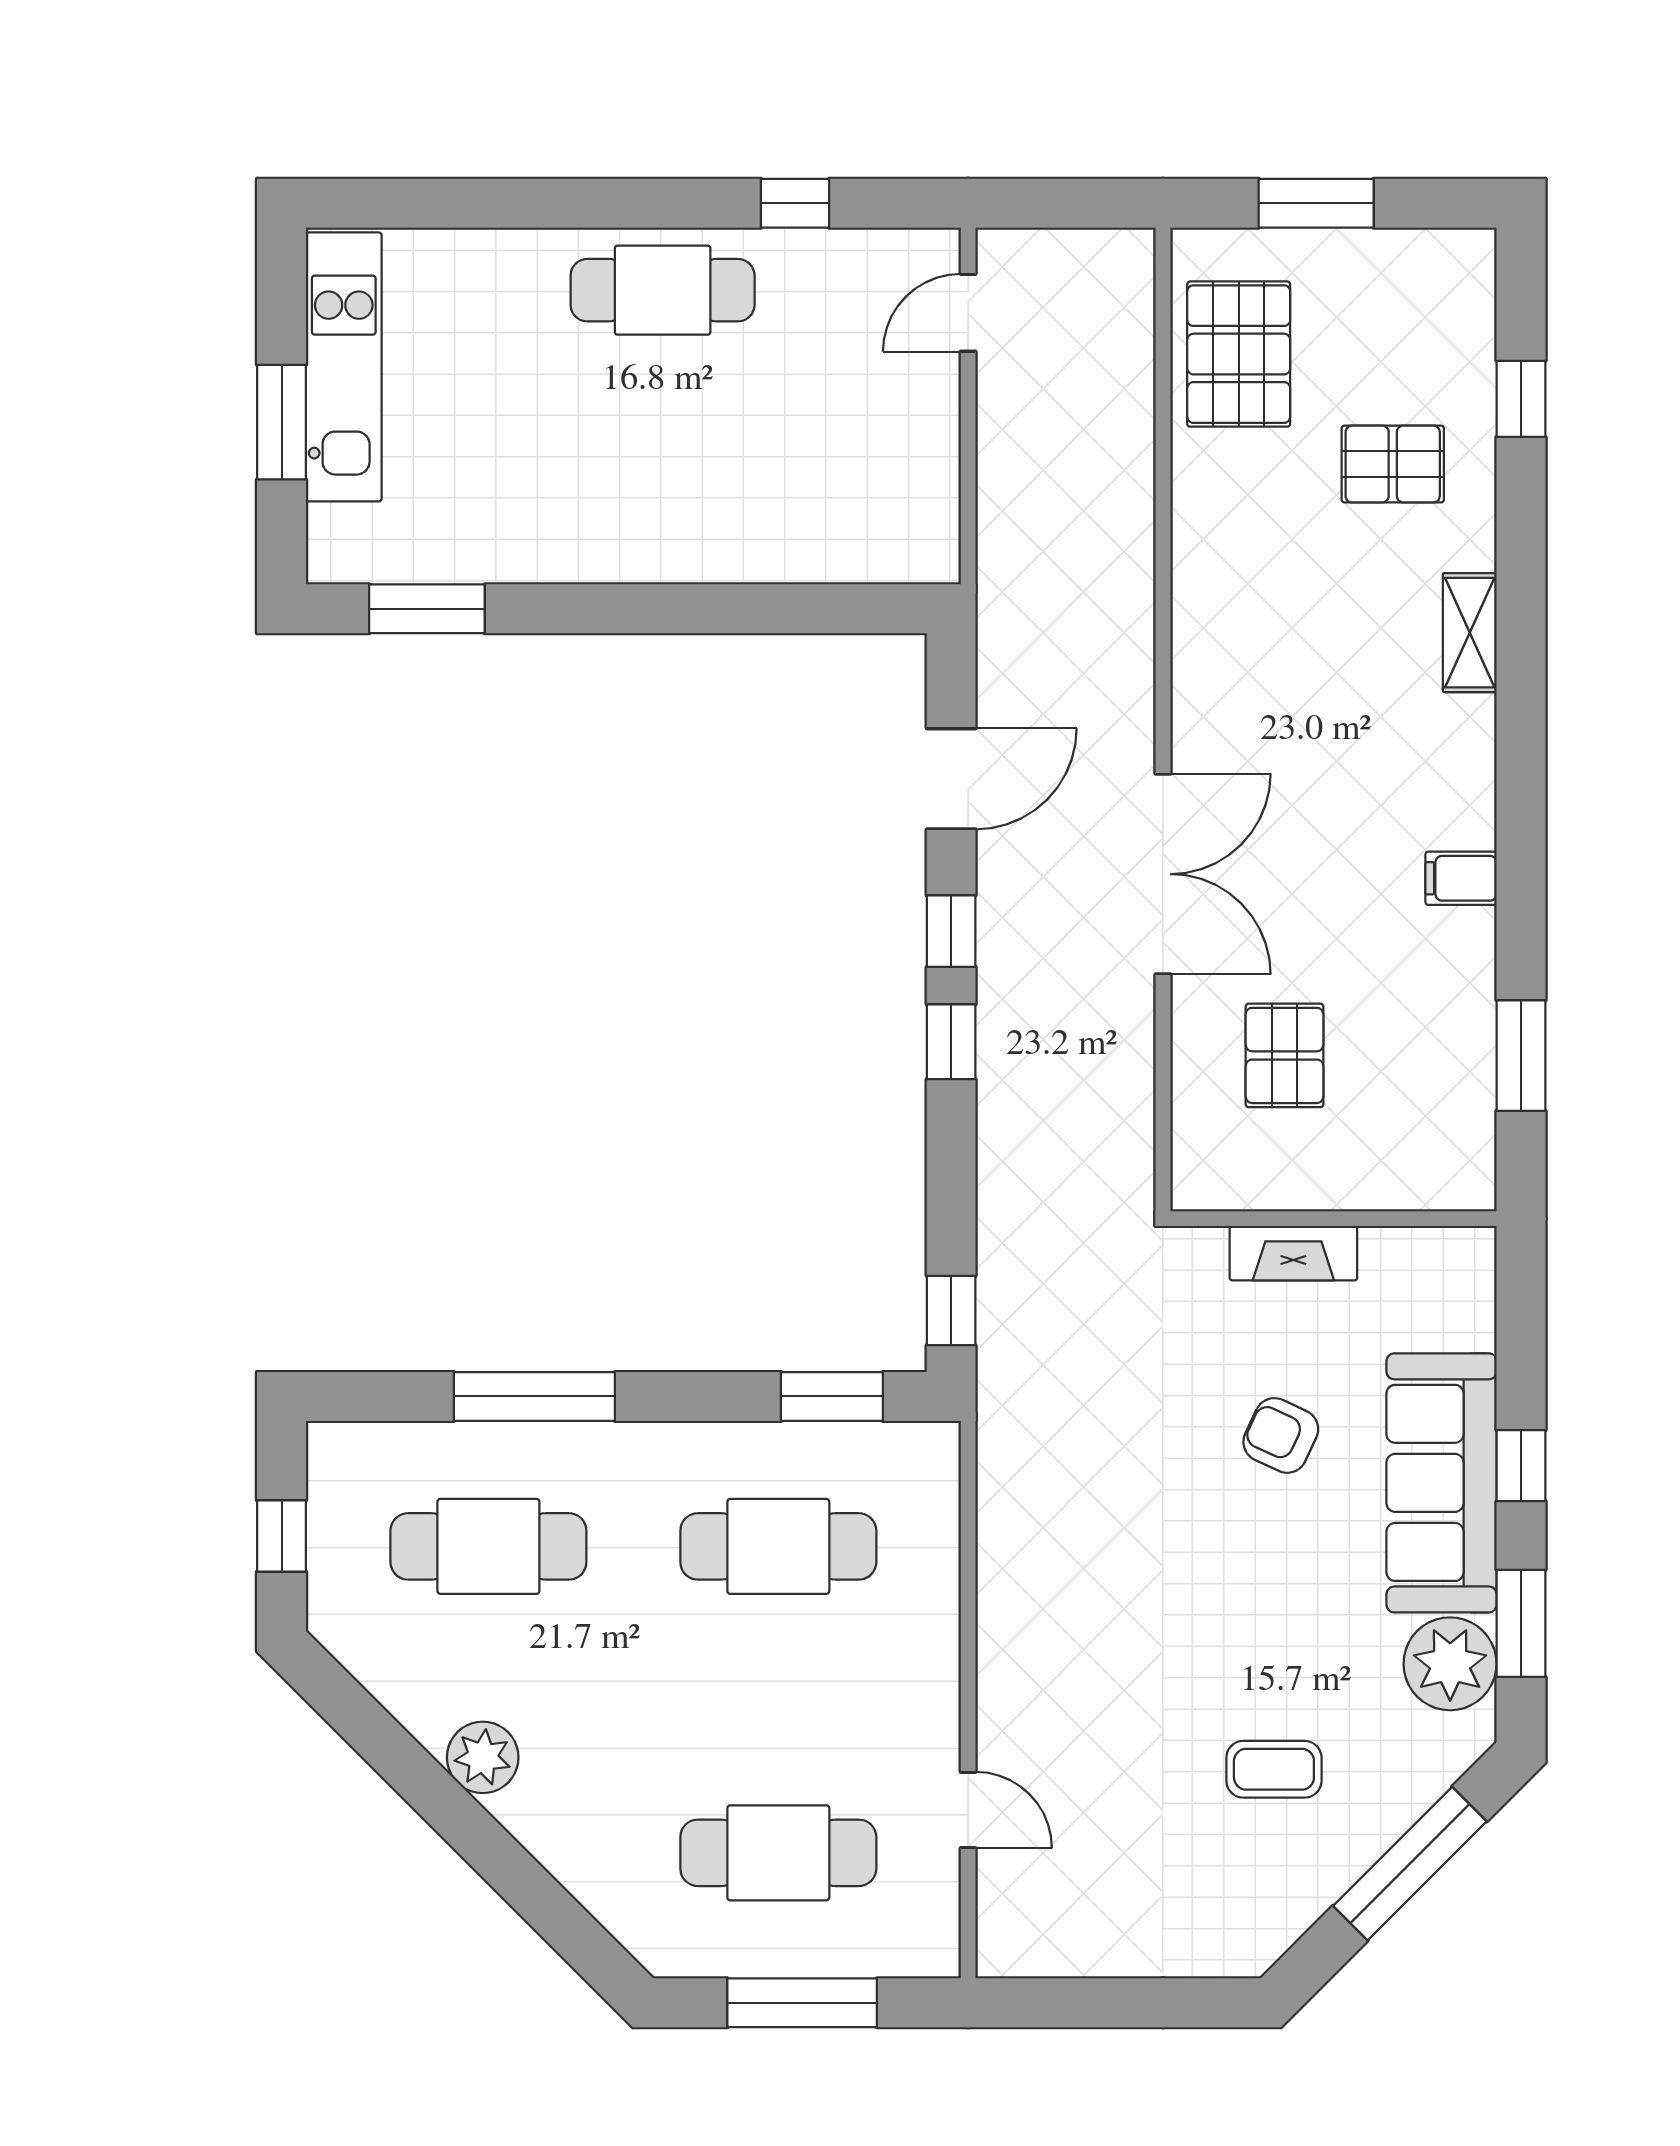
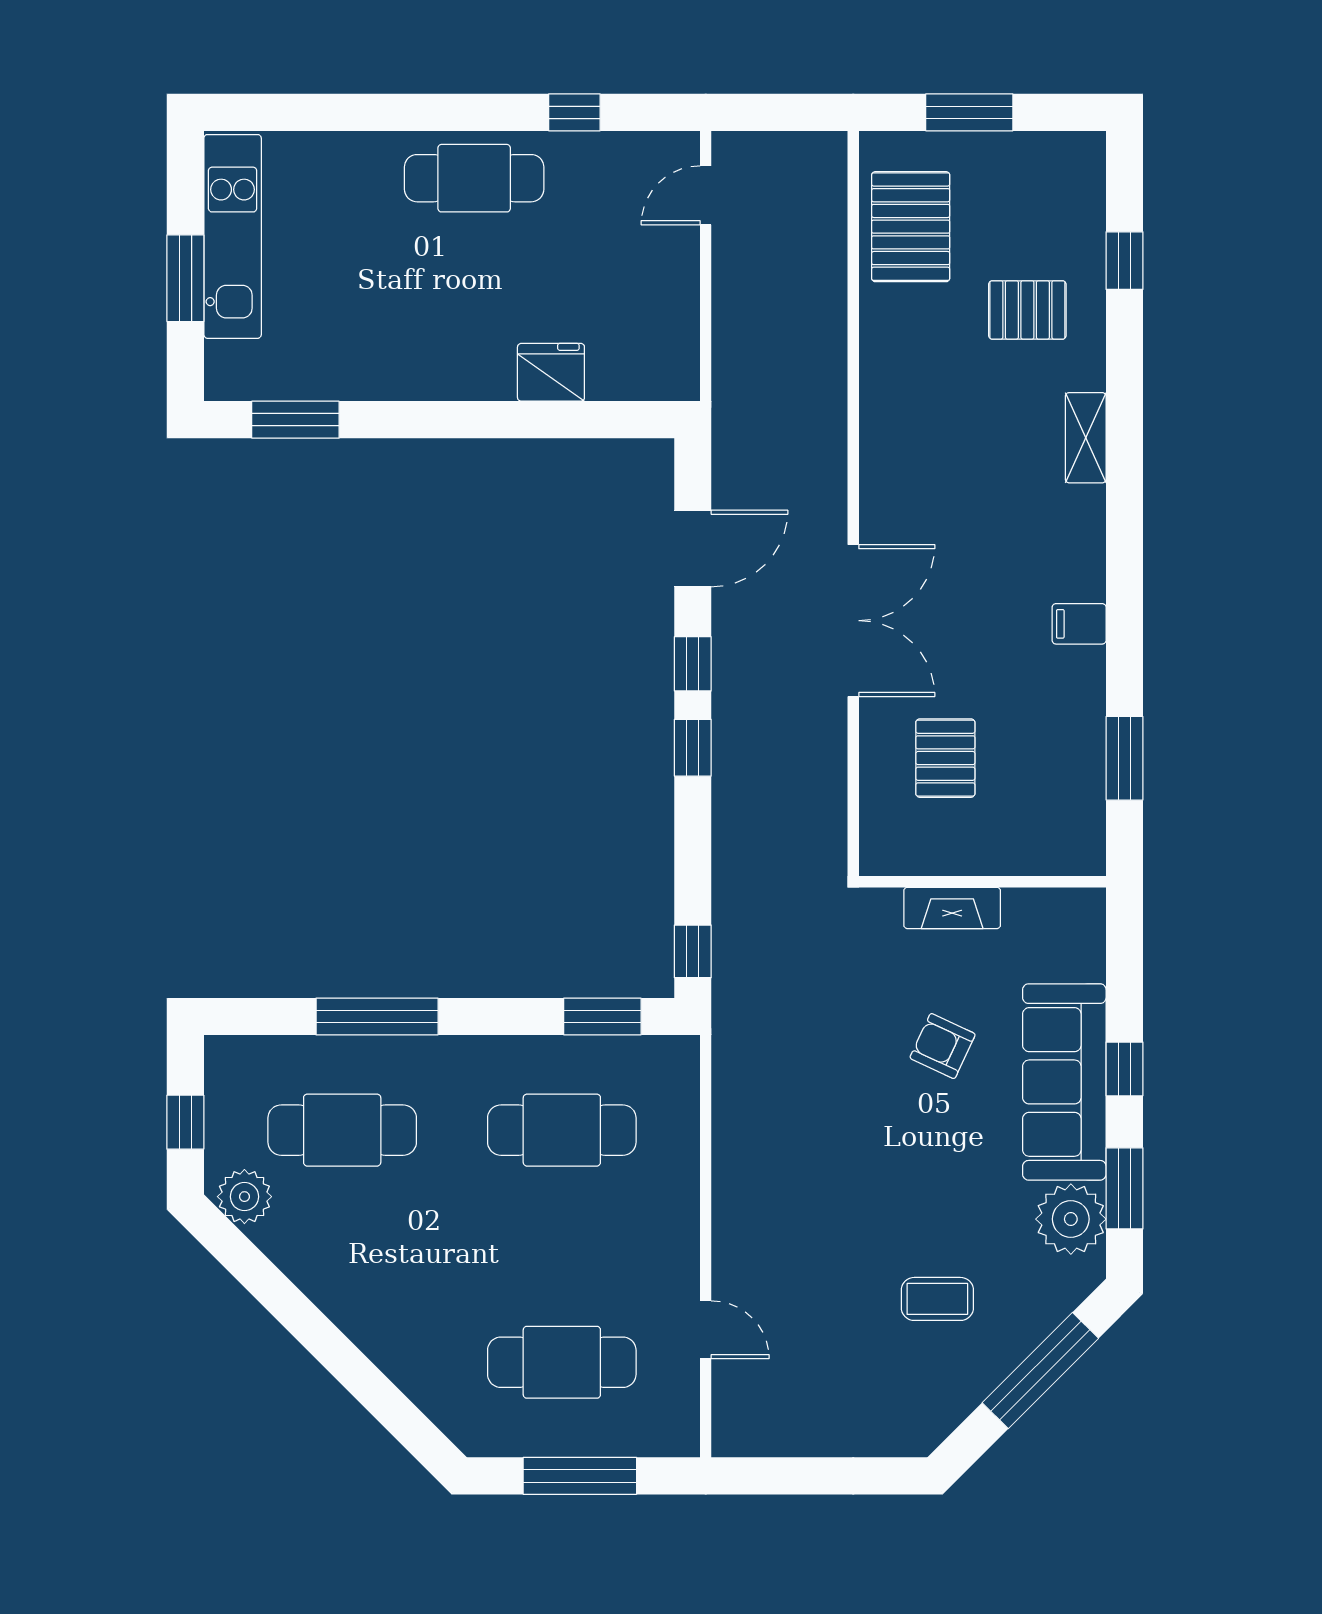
fridge: (764, 546) -> (551, 372), added
plant: (483, 1757) -> (244, 1197), moved

